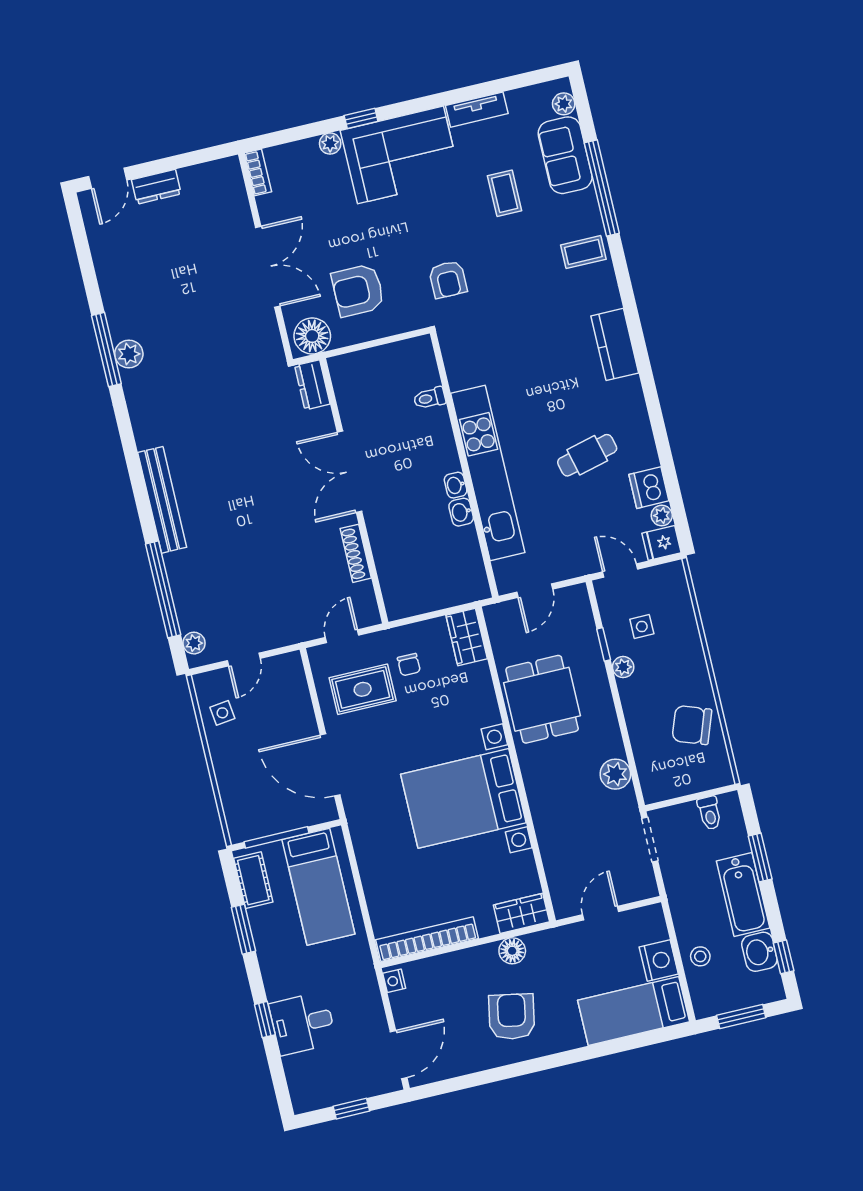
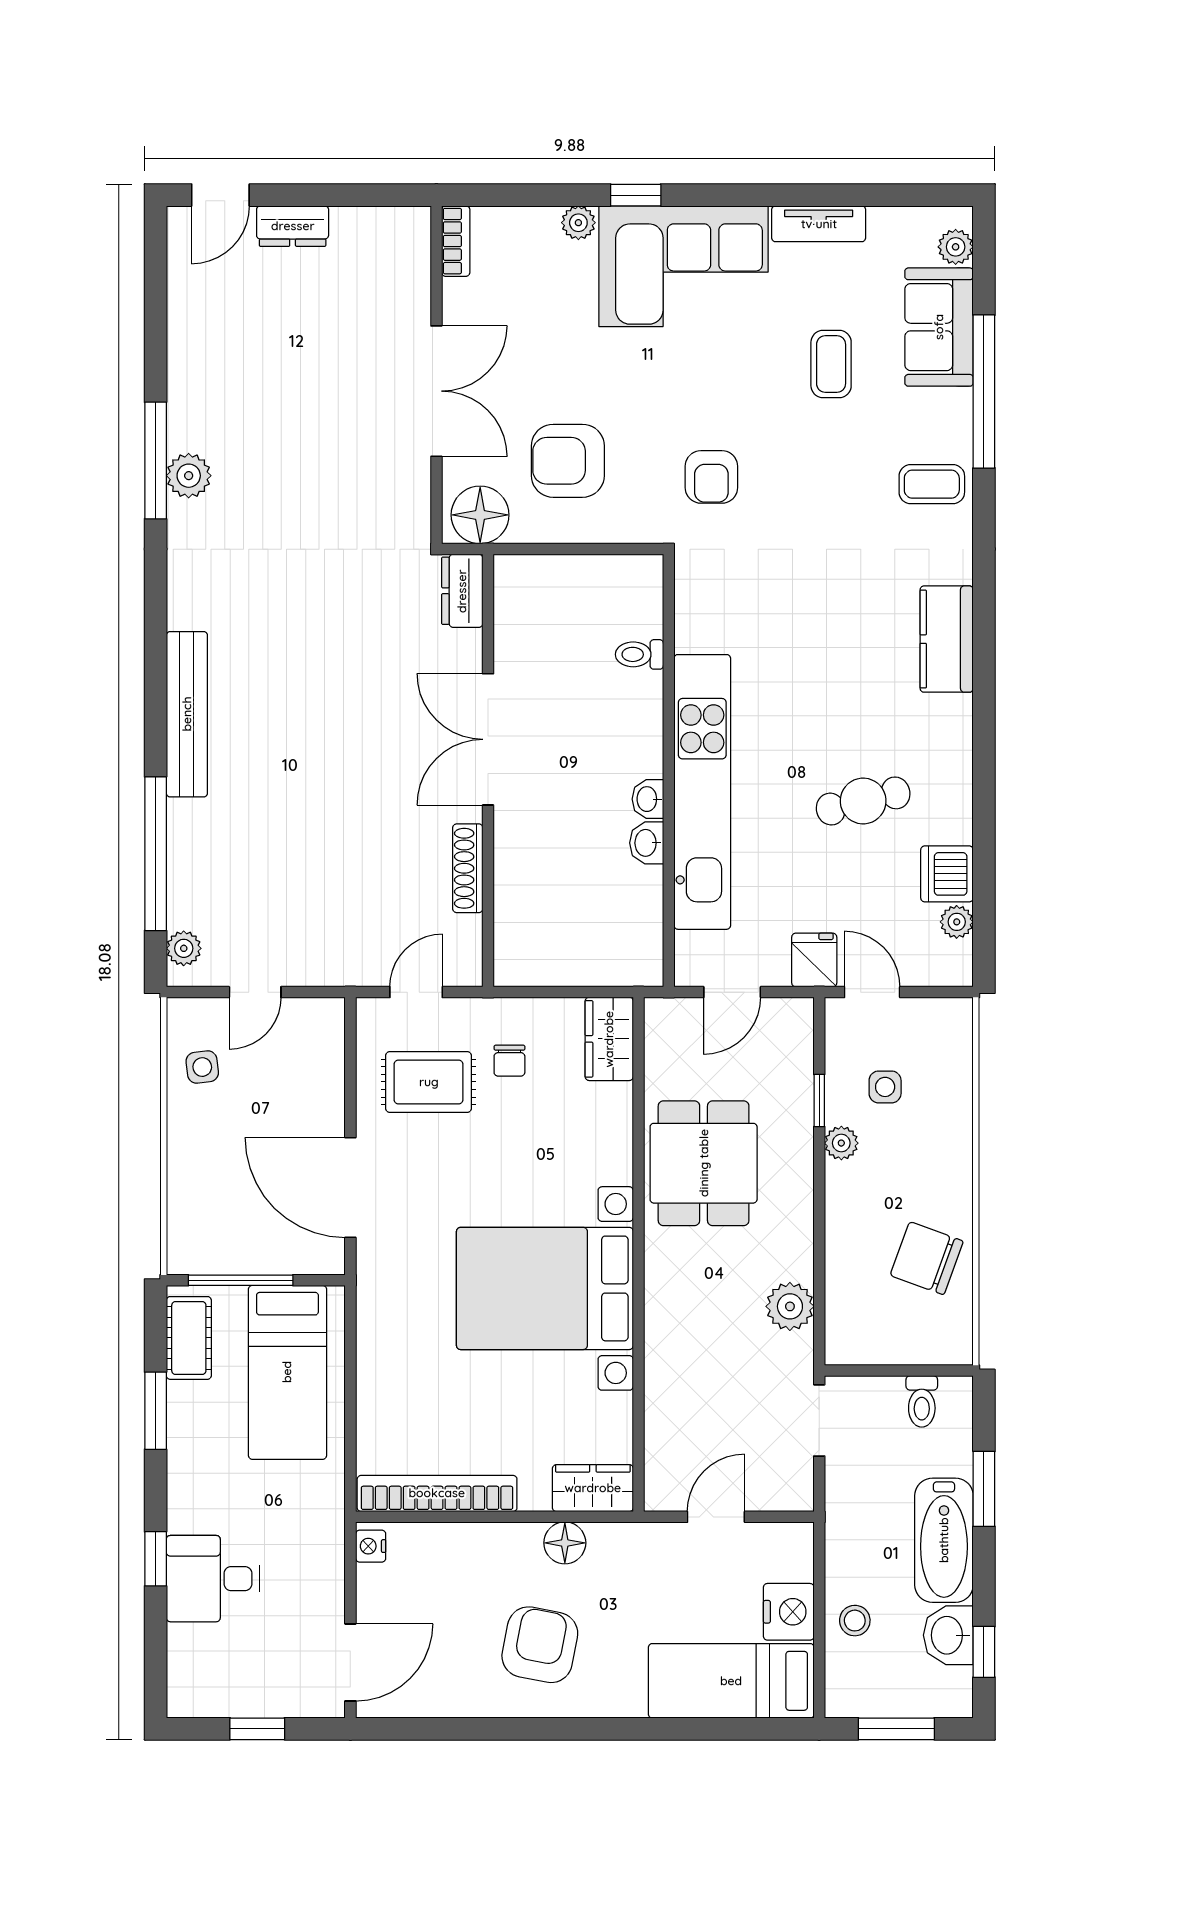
fridge: (662, 543) -> (814, 960), moved, turned 90

